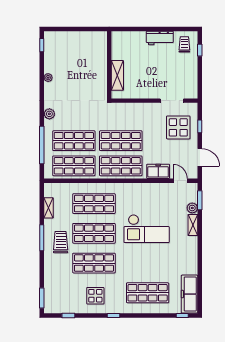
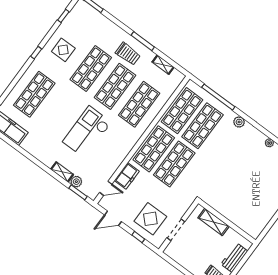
wall: (109, 65) -> (227, 222), moved
shelving: (117, 75) -> (214, 222), moved

